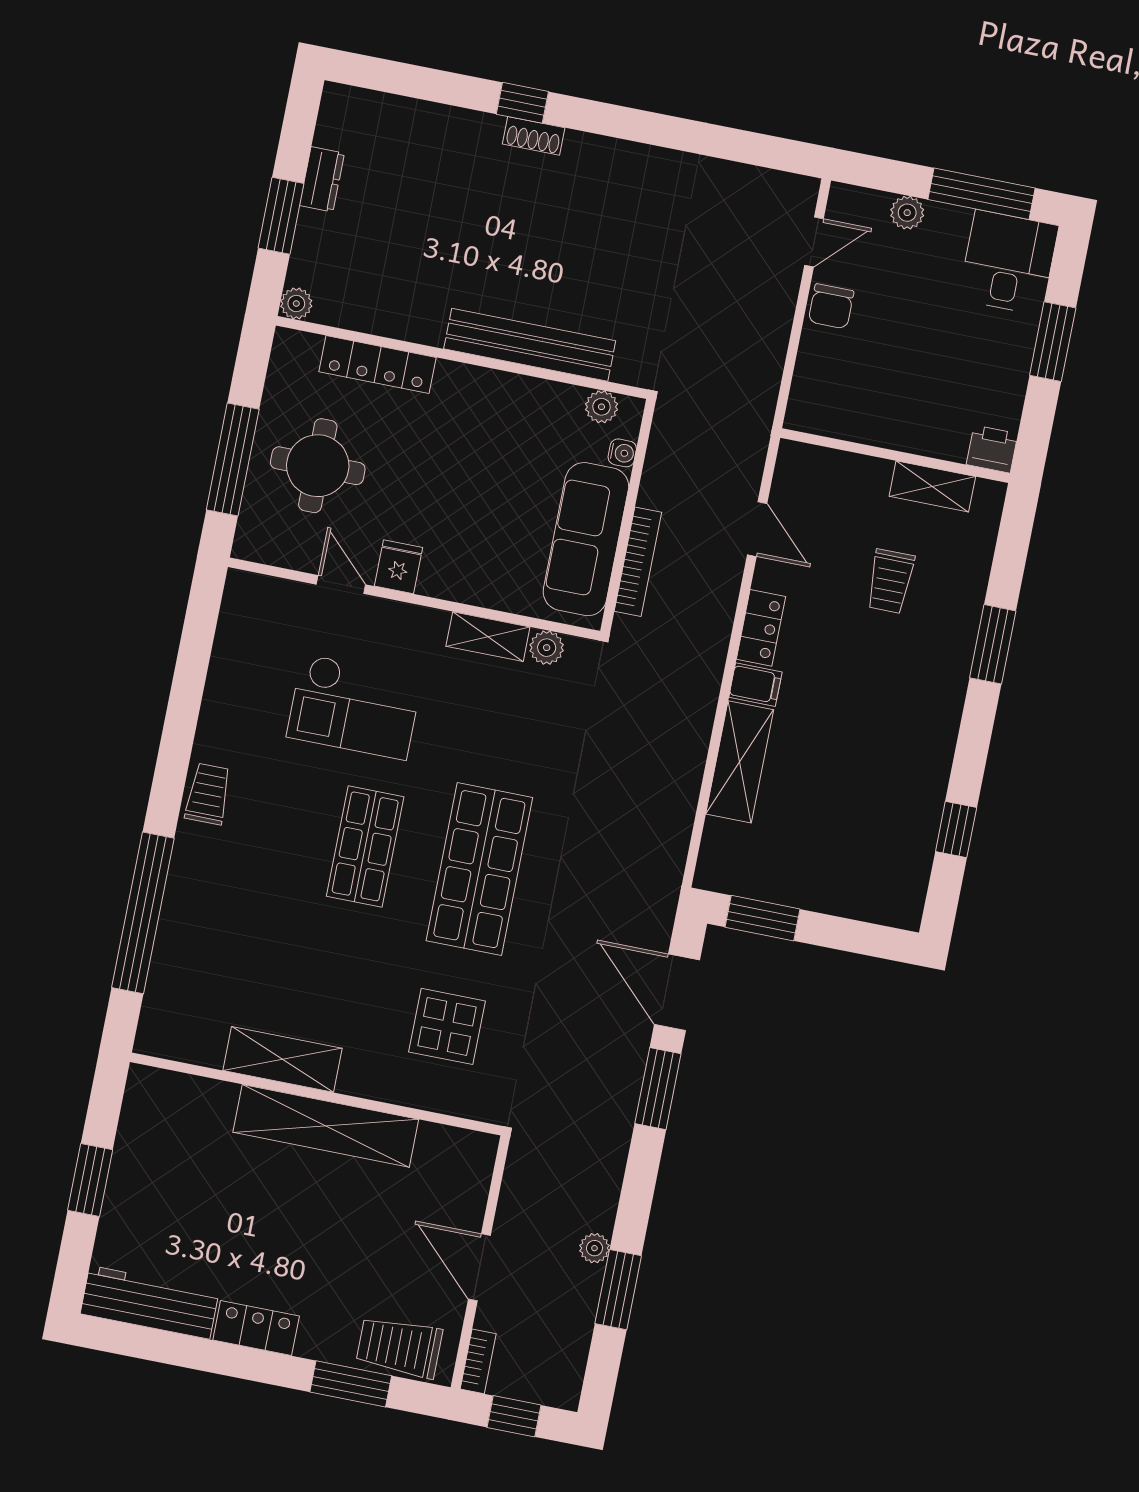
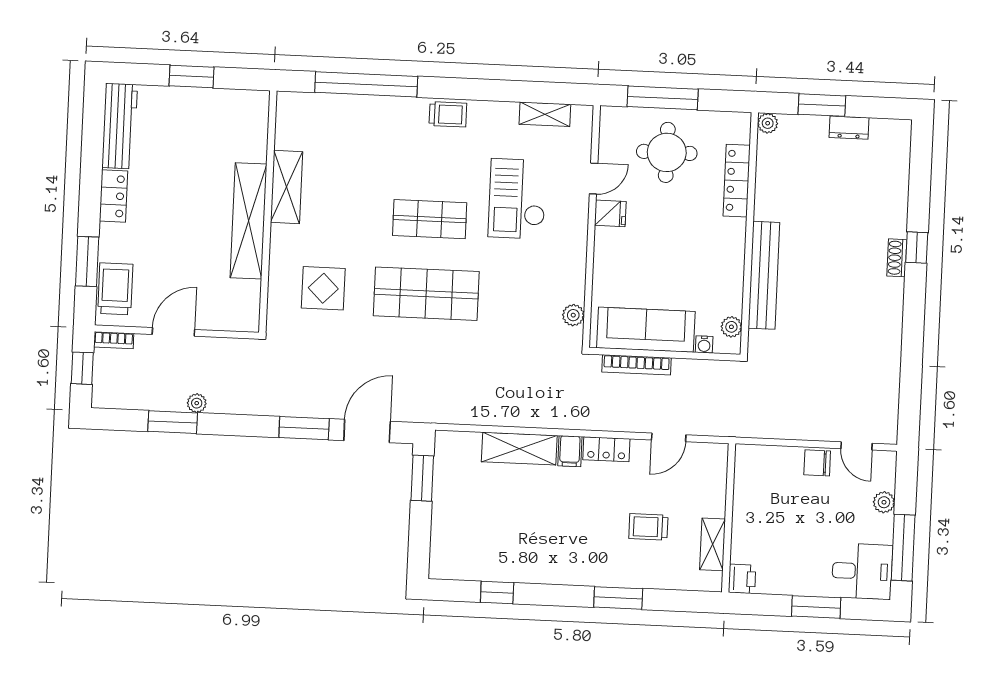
shelving: (488, 637) -> (545, 114), moved, turned 90

